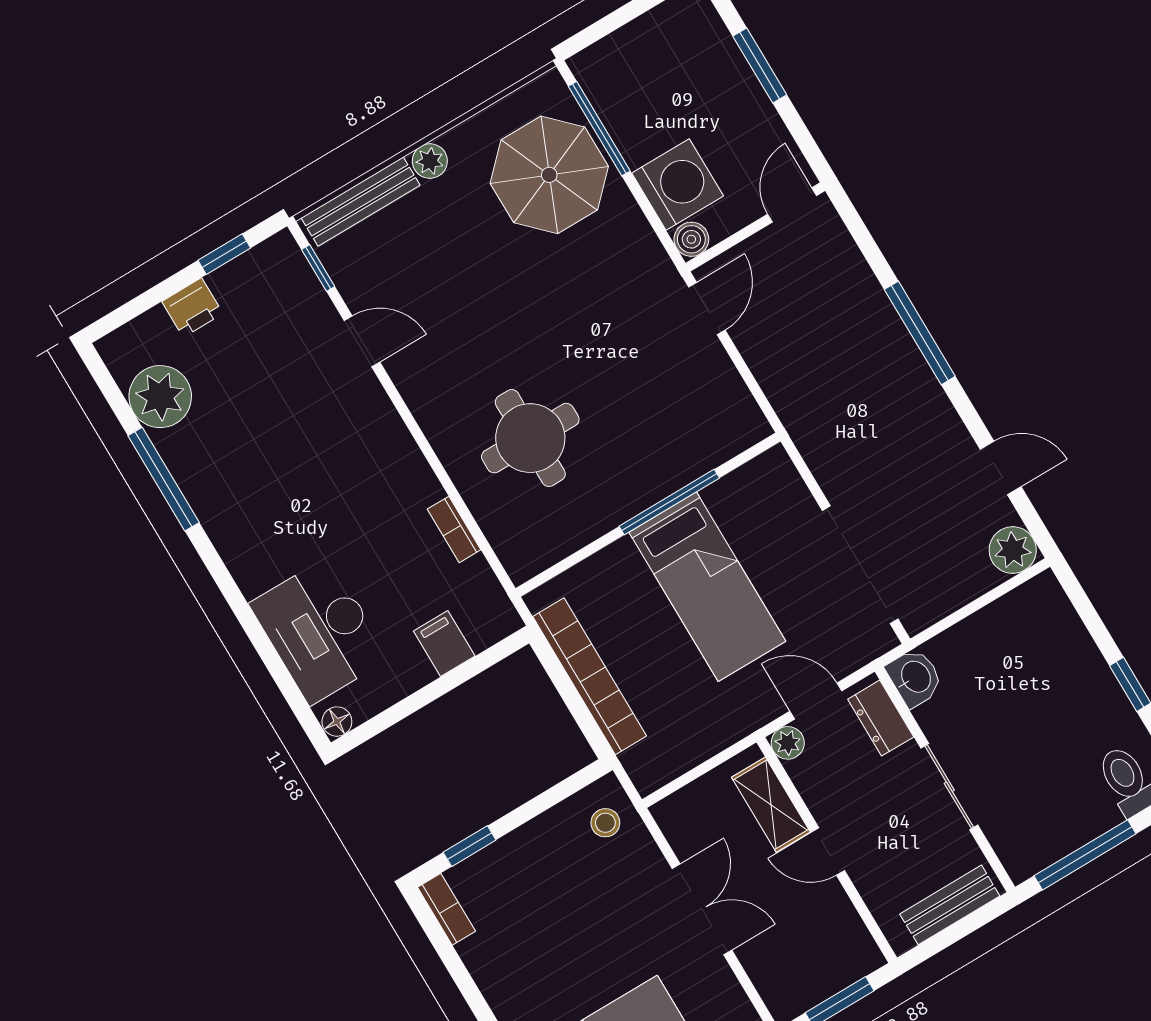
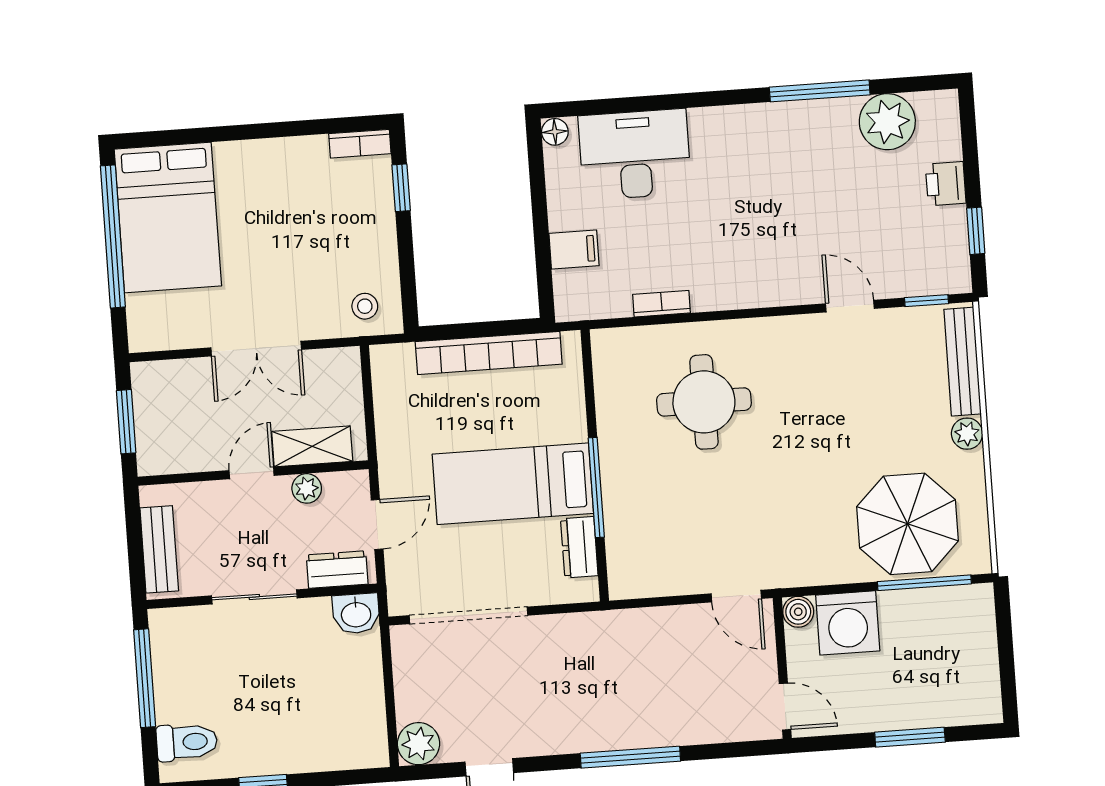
door: (362, 341) -> (850, 306), swing flipped
dresser: (737, 489) -> (579, 547), added
plant: (788, 743) -> (307, 488), moved

